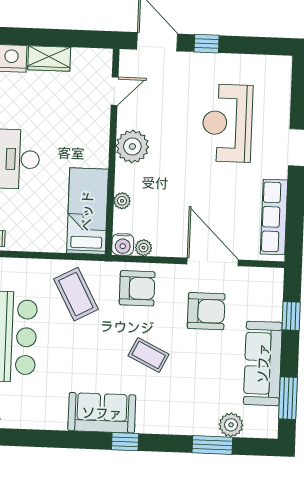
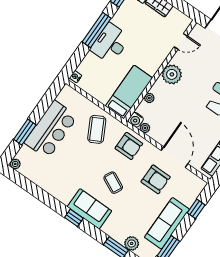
sofa: (102, 413) -> (90, 209), moved

